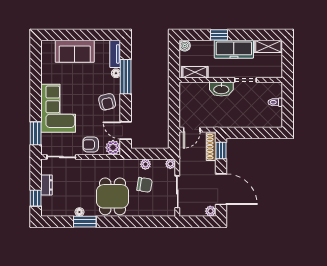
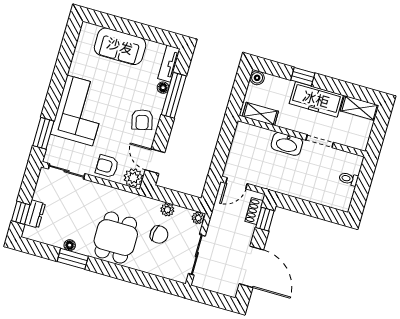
shoe rack: (211, 147) -> (254, 211), width x0.70
dresser: (47, 185) -> (35, 214), moved
plant: (210, 211) -> (231, 290), removed

